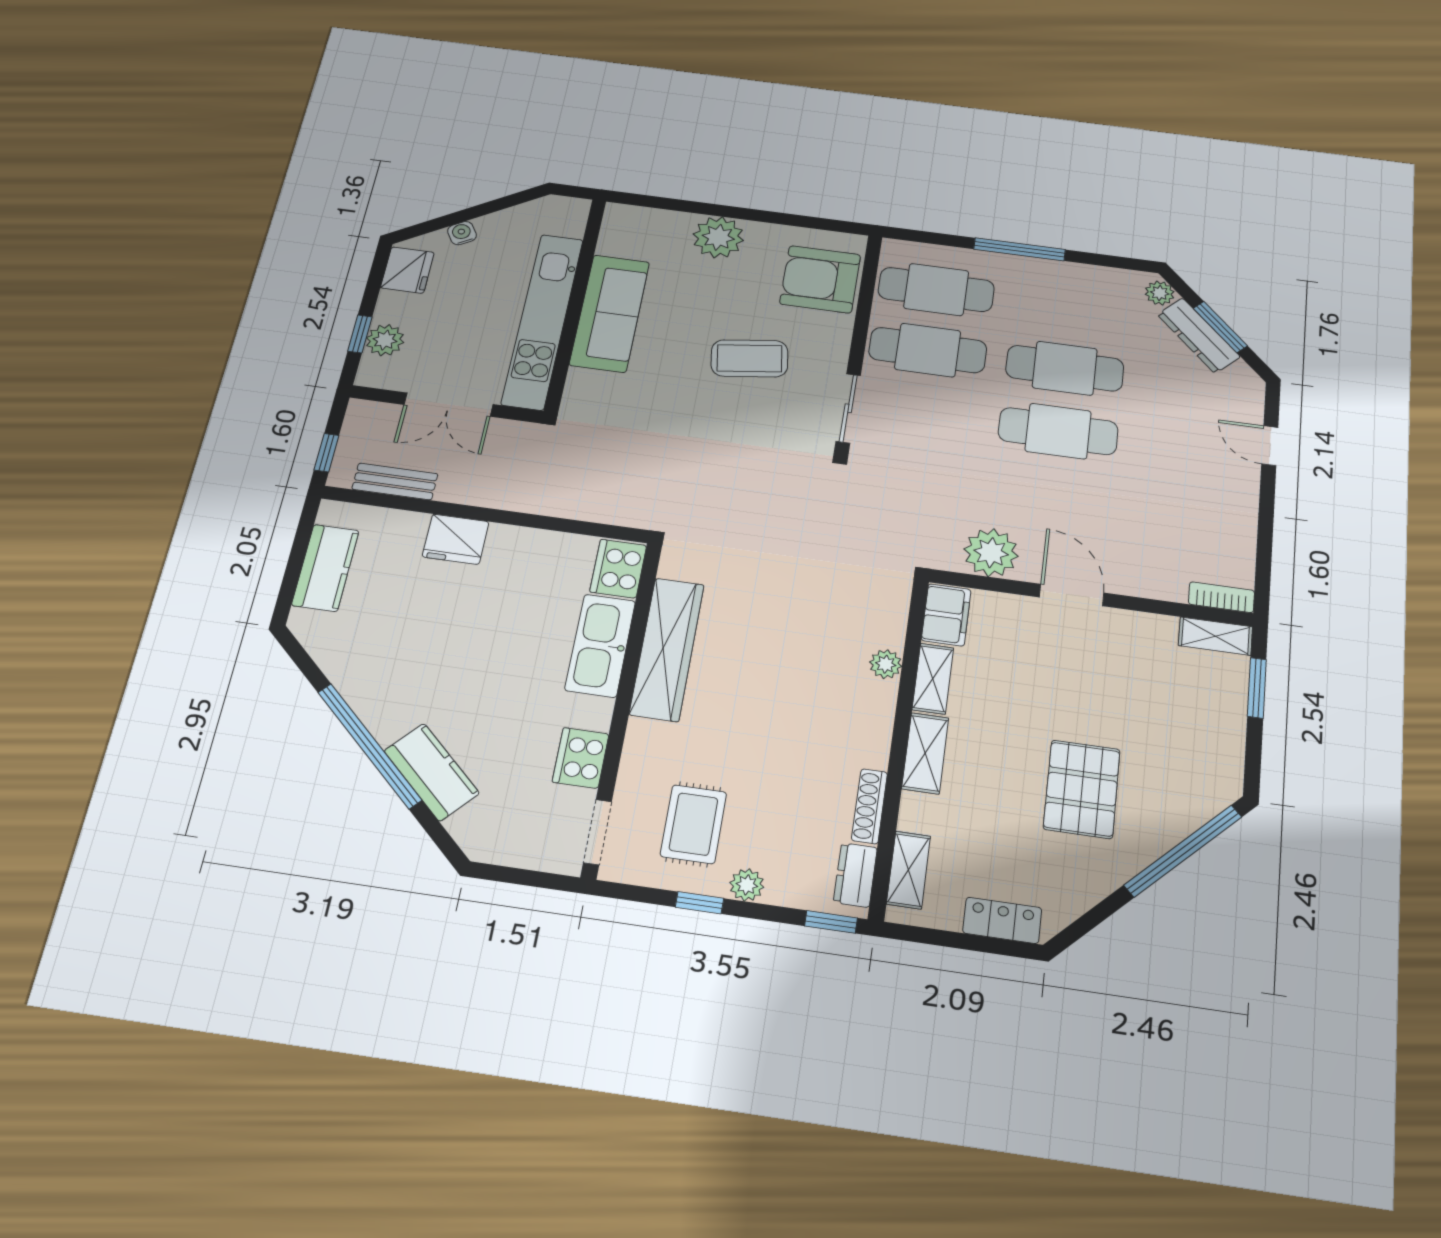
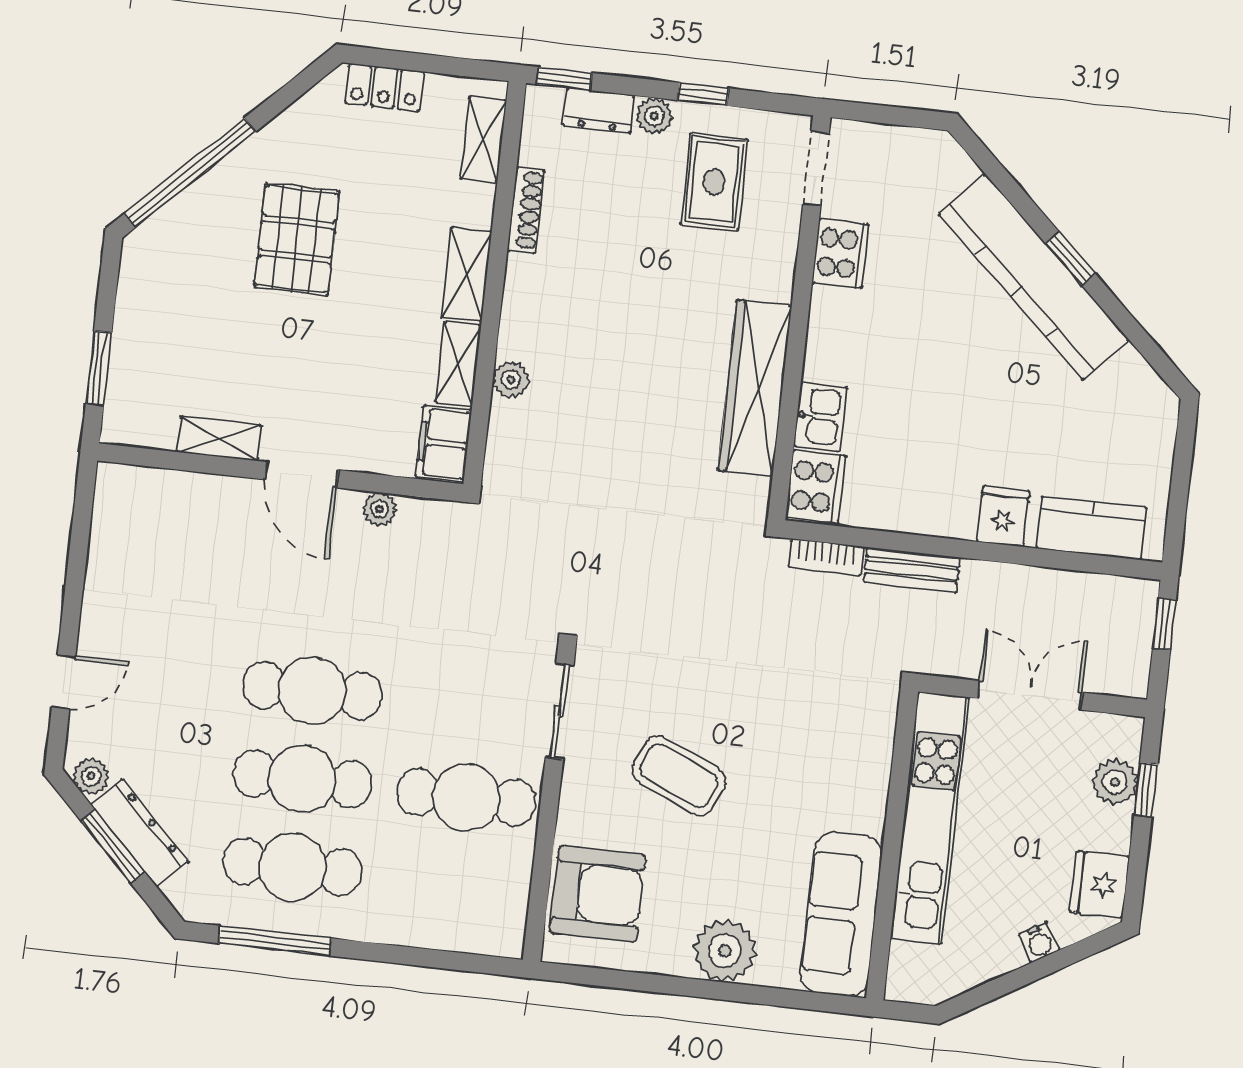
window: (1020, 249) -> (275, 941), moved
cafe table: (936, 290) -> (292, 867), moved
plant: (1160, 293) -> (91, 776), moved
sofa: (610, 313) -> (841, 914), moved
coffee table: (749, 358) -> (679, 776), turned 32
door: (1270, 446) -> (64, 682), hinge flipped
bench: (395, 481) -> (912, 570), moved
fridge: (456, 539) -> (1003, 516), width x0.72
plant: (991, 553) -> (380, 509), width x0.53, depth x0.53
kitchen counter: (325, 568) -> (1091, 528), moved, turned 90
bookcase: (1221, 597) -> (826, 557), moved
shelving: (1216, 636) -> (219, 438), moved
kitchen sink: (600, 645) -> (820, 417), width x0.53, depth x0.81
window: (369, 746) -> (1070, 258), width x0.32
kitchen counter: (432, 772) -> (1034, 277), width x2.08, depth x1.17
dresser: (855, 875) -> (599, 110), moved, turned 90

